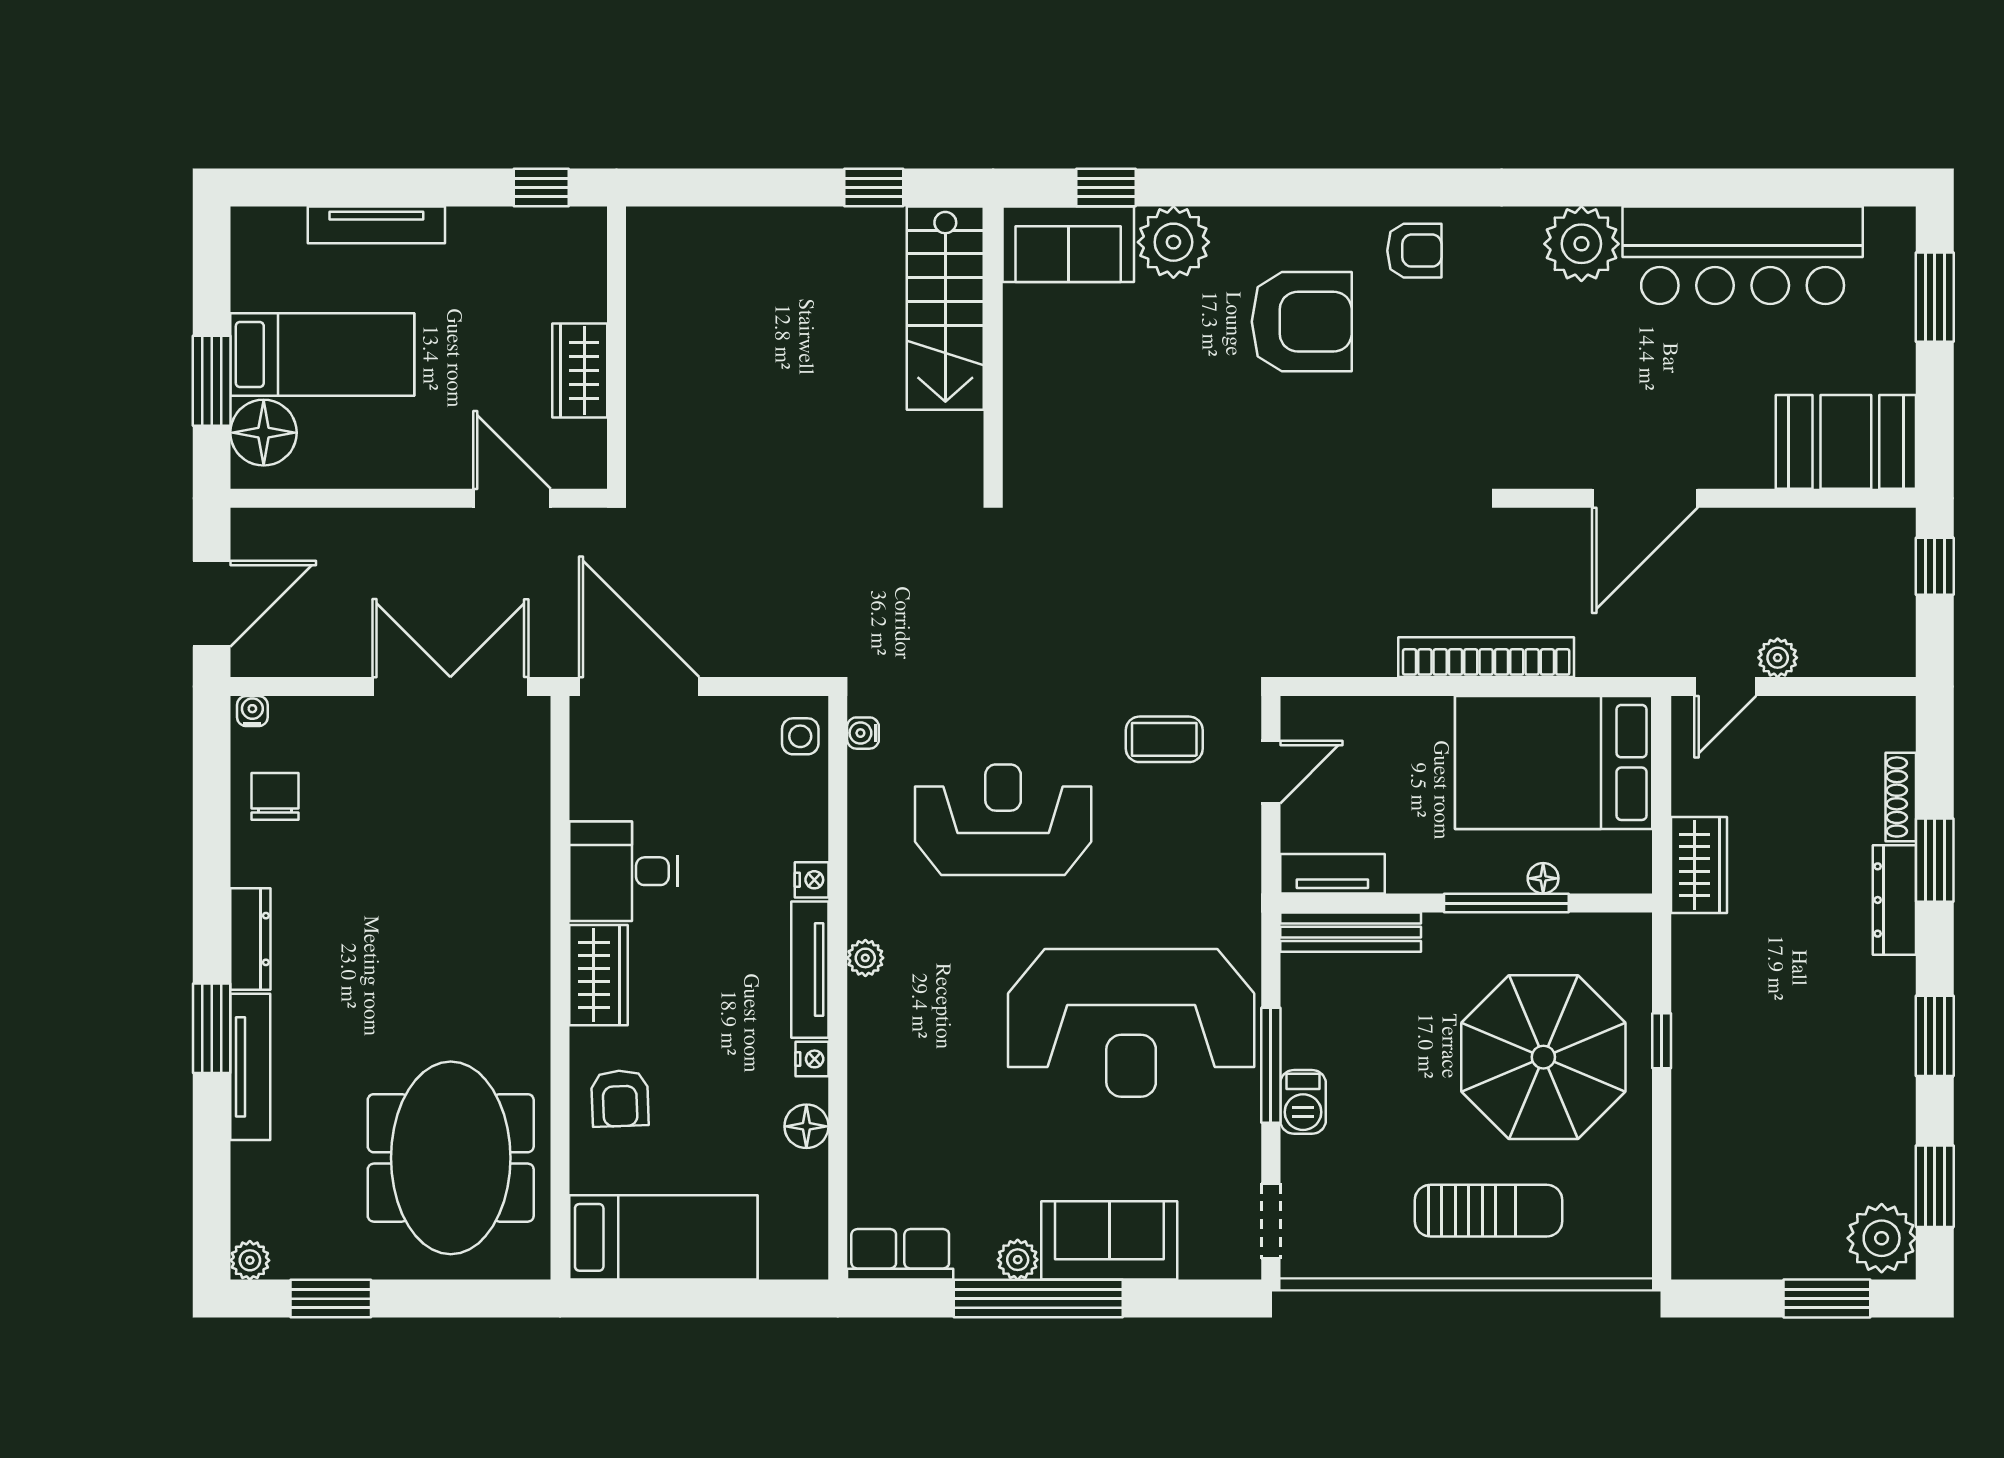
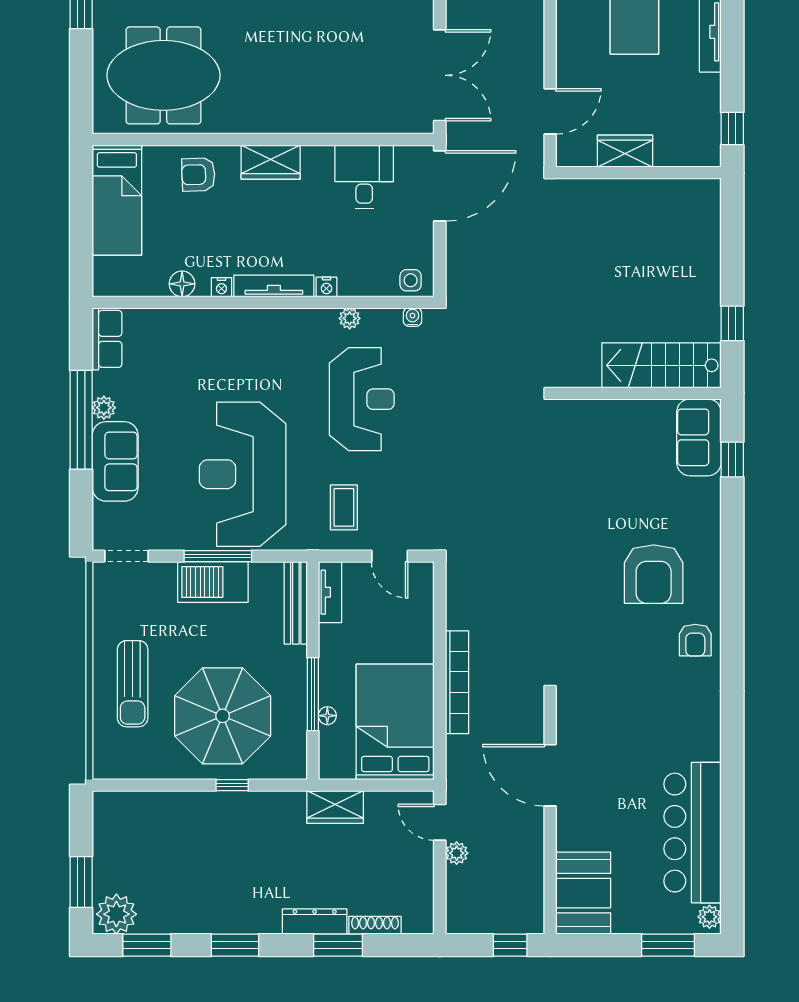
plant: (1173, 242) -> (700, 499), removed
plant: (1581, 244) -> (709, 917), moved, width x0.53, depth x0.53
coffee table: (1164, 739) -> (344, 507), moved
desk: (623, 871) -> (364, 177), moved
plant: (865, 958) -> (350, 318), moved
barbecue: (1303, 1102) -> (213, 582), width x1.88, depth x1.53

